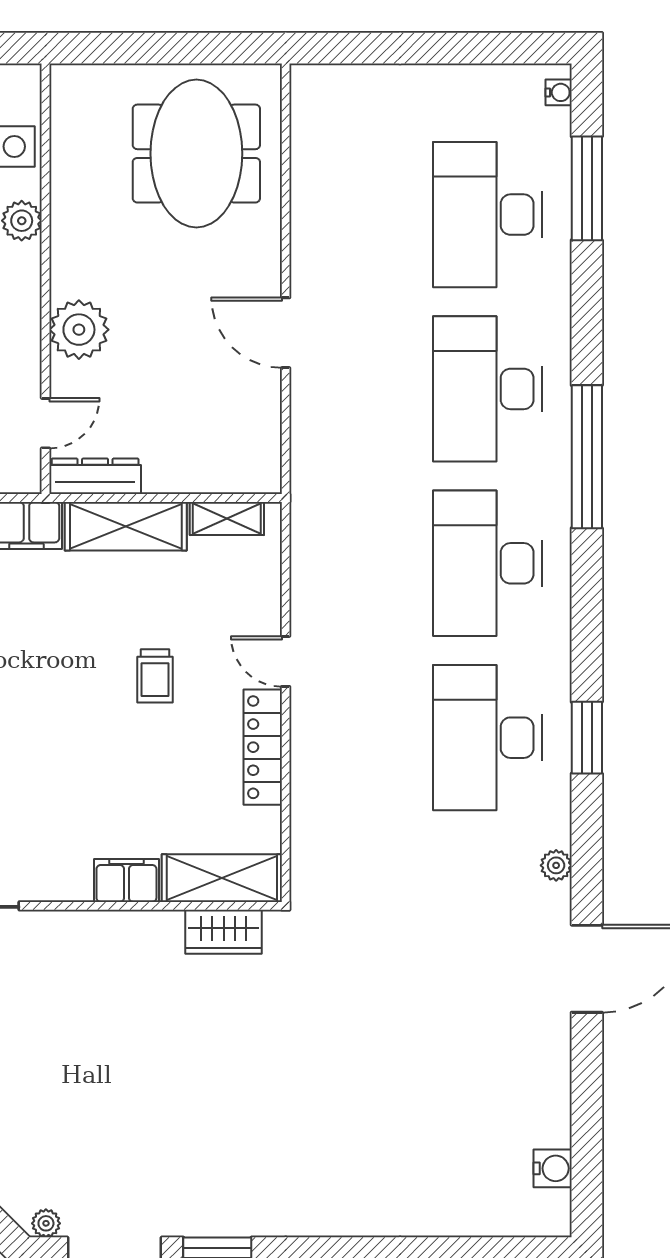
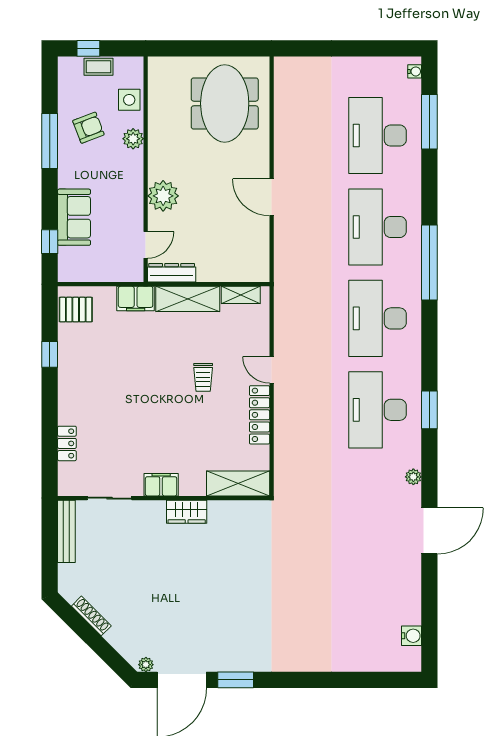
filing cabinet: (126, 880) -> (161, 485), moved
wardrobe: (224, 932) -> (187, 512), moved

